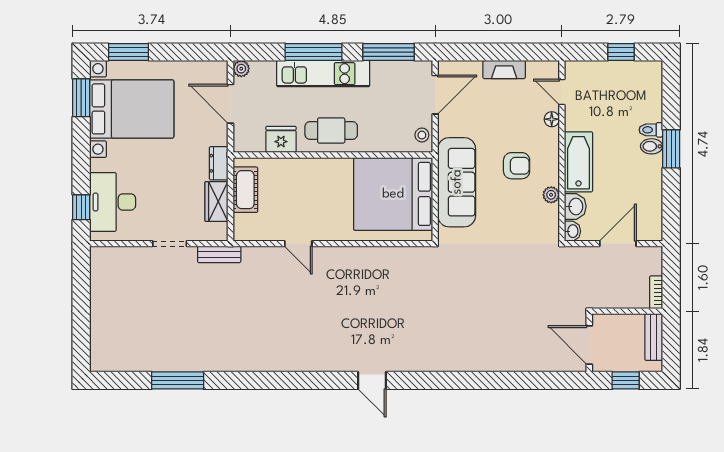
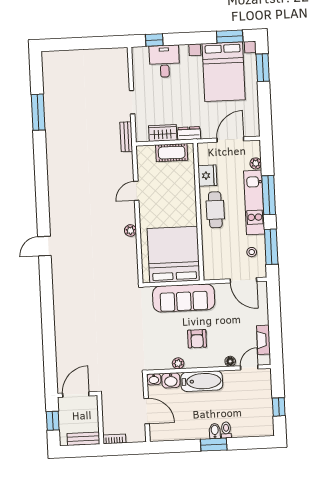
plant: (241, 69) -> (256, 163), moved
fireplace: (504, 70) -> (263, 340), moved
stool: (422, 135) -> (252, 252), moved
desk: (113, 202) -> (164, 61), width x0.73
plant: (355, 255) -> (130, 231), added

